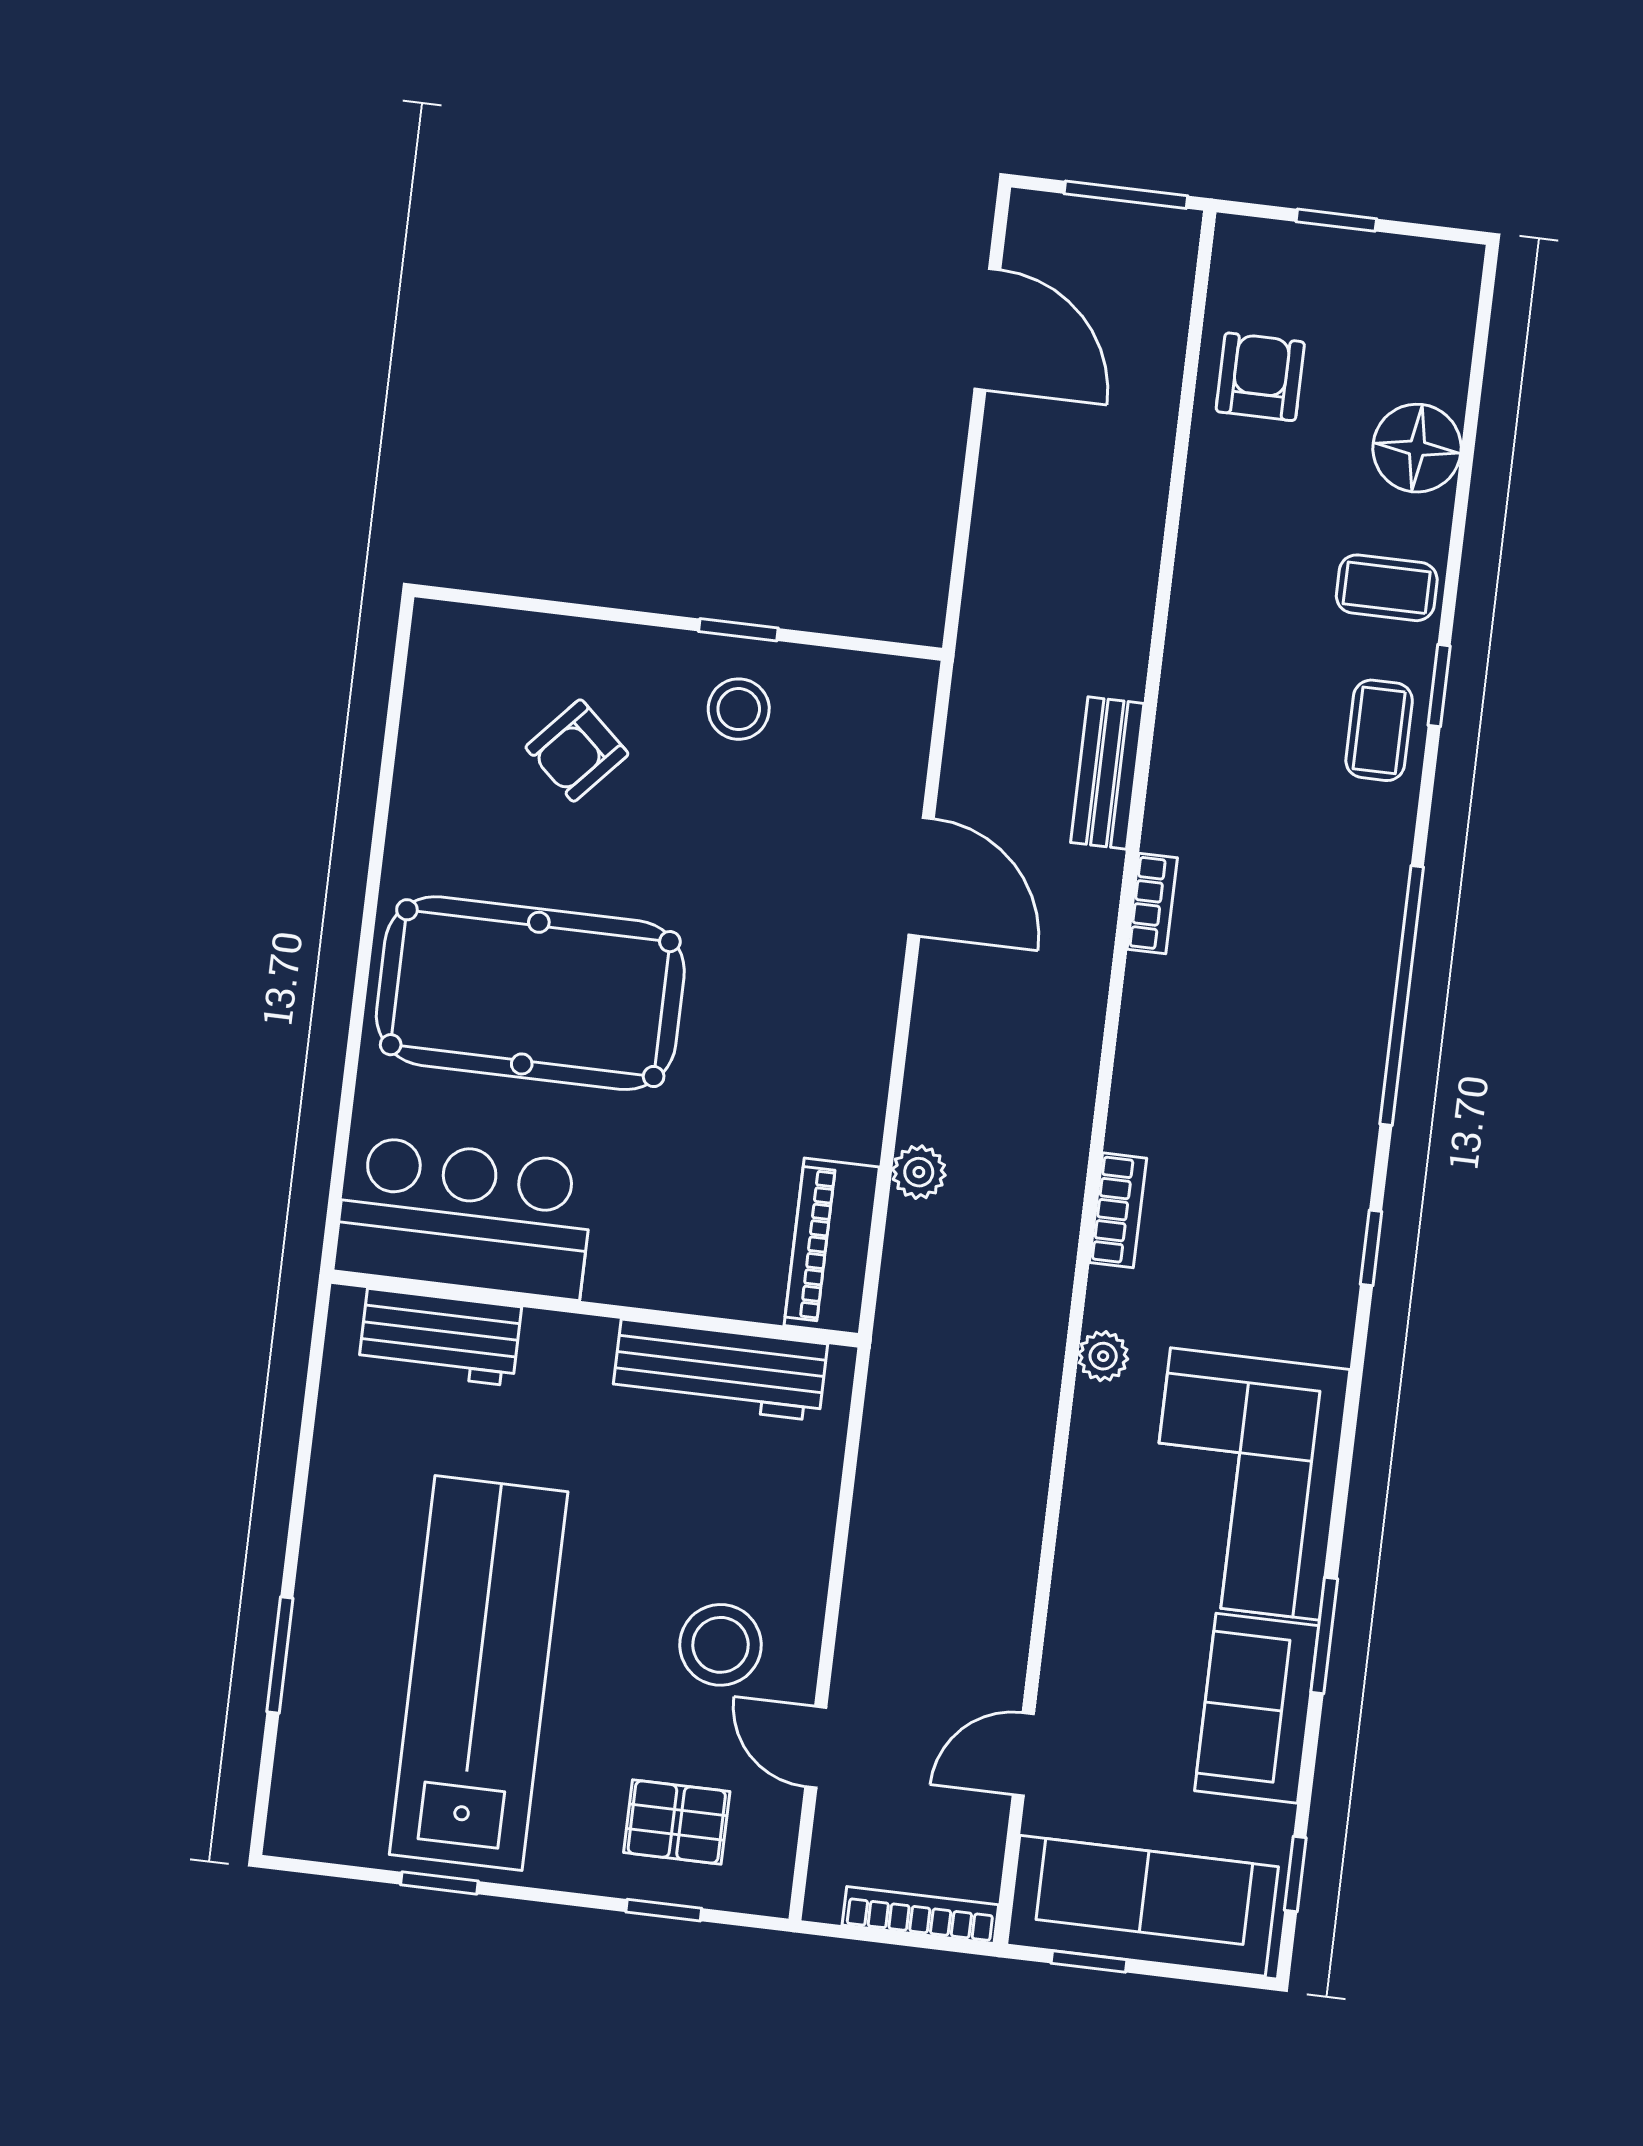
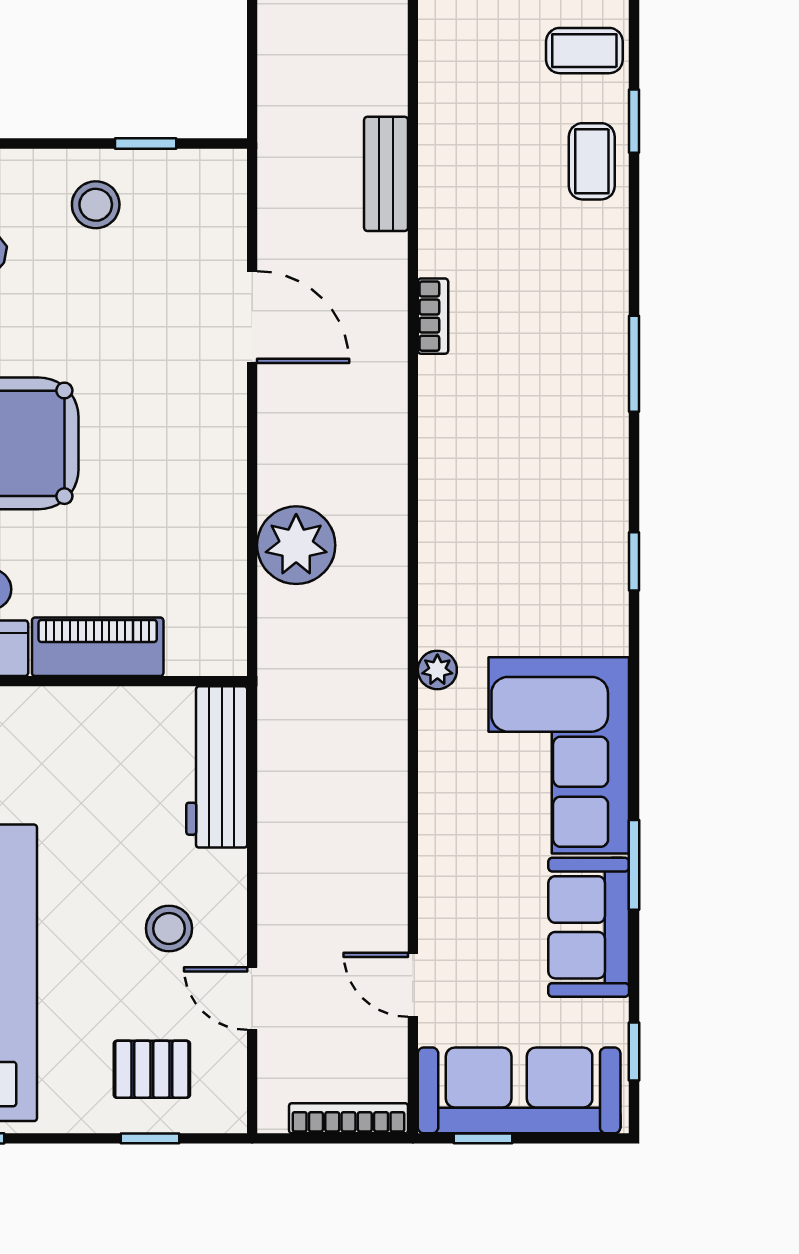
window: (738, 630) -> (146, 144), moved
bench: (1107, 773) -> (386, 174), moved
window: (1402, 995) -> (634, 364), width x0.47
plant: (919, 1172) -> (296, 545), width x1.87, depth x1.87
bookcase: (1118, 1210) -> (435, 556), removed
piano: (832, 1246) -> (98, 647), moved, turned 90
workbench: (720, 1370) -> (217, 767), moved, turned 90
stool: (720, 1645) -> (169, 928), width x0.73, depth x0.73
door: (1023, 1754) -> (413, 985), hinge flipped

